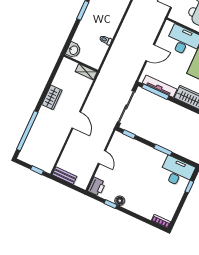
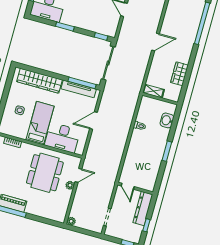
washbasin: (73, 50) -> (167, 120), moved
wardrobe: (52, 97) -> (179, 74), moved
door: (76, 120) -> (155, 42), swing flipped

